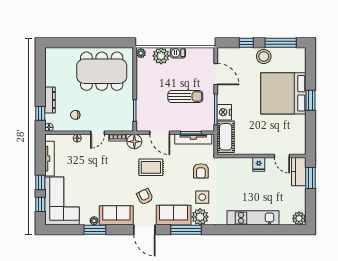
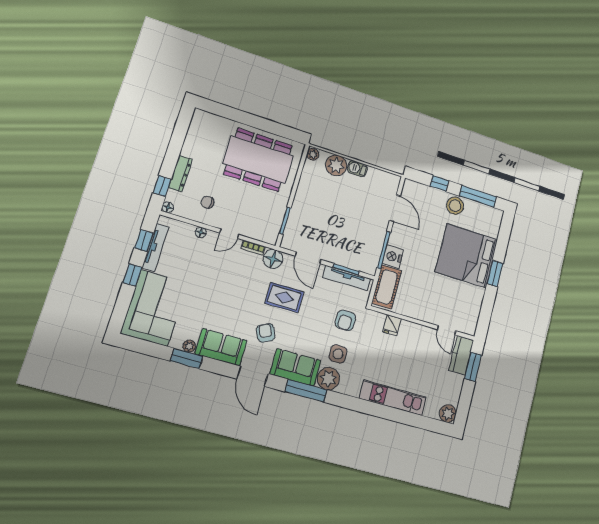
sun lounger: (185, 96) -> (352, 223), removed
fridge: (259, 164) -> (392, 325), moved
window: (40, 204) -> (144, 241), moved

